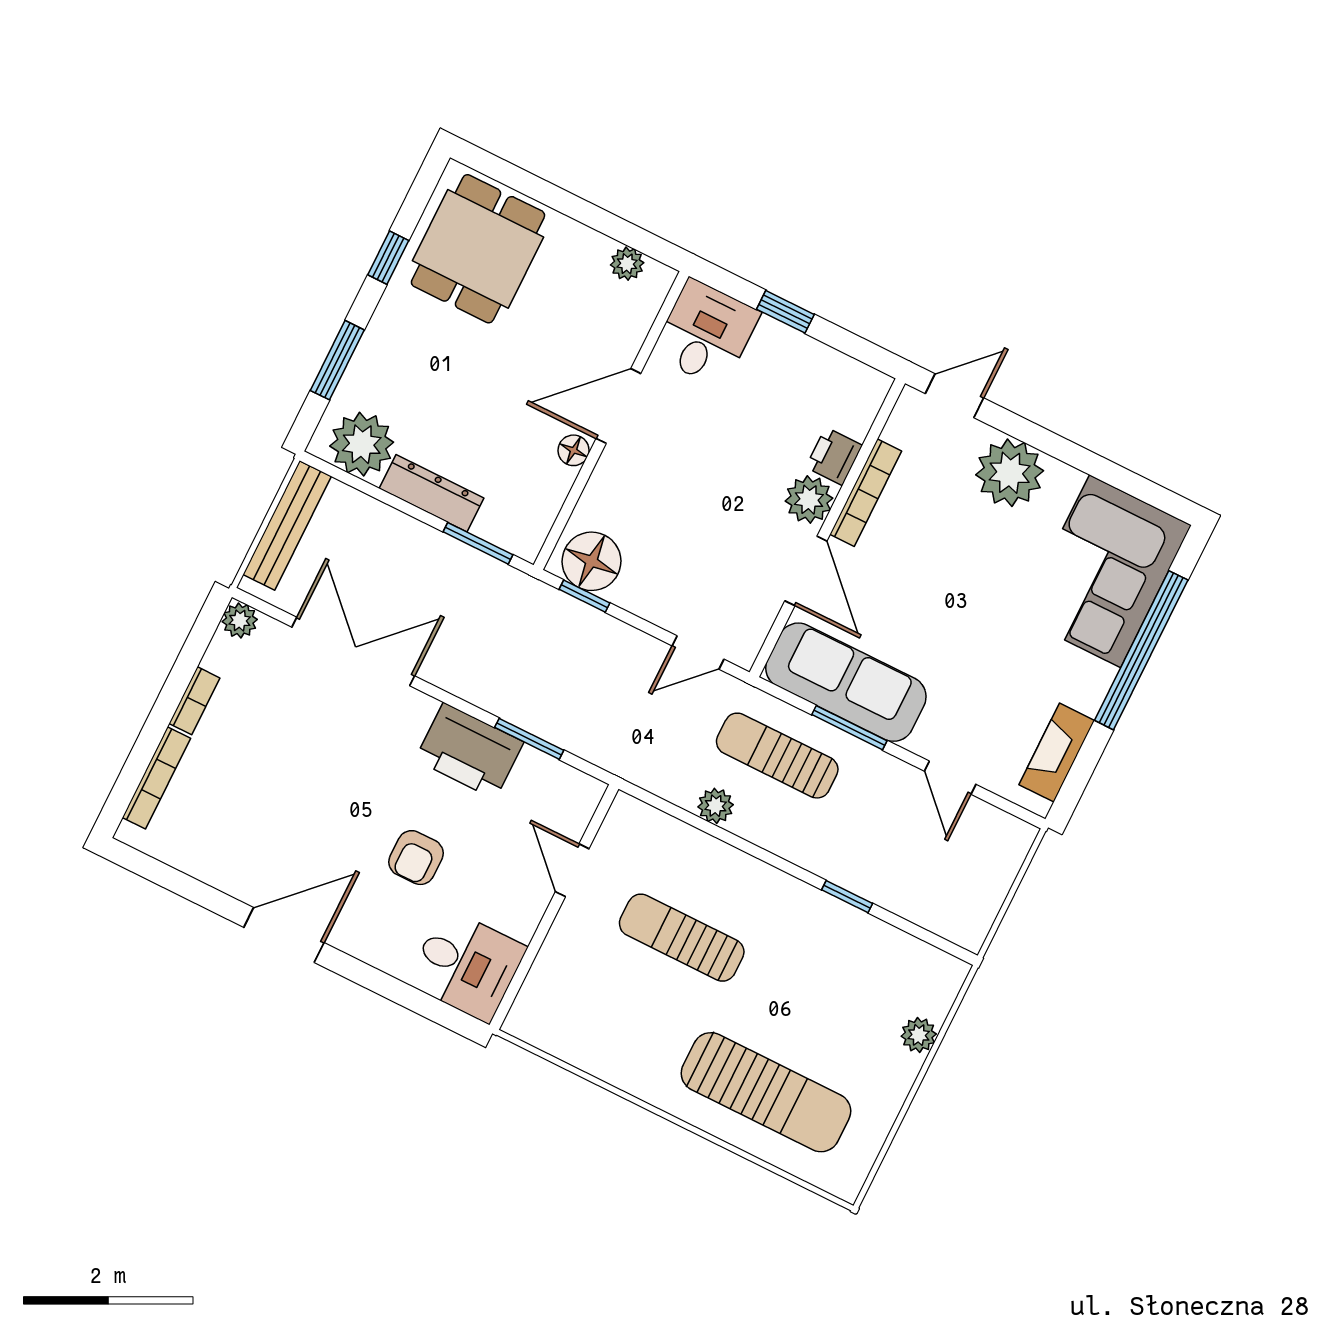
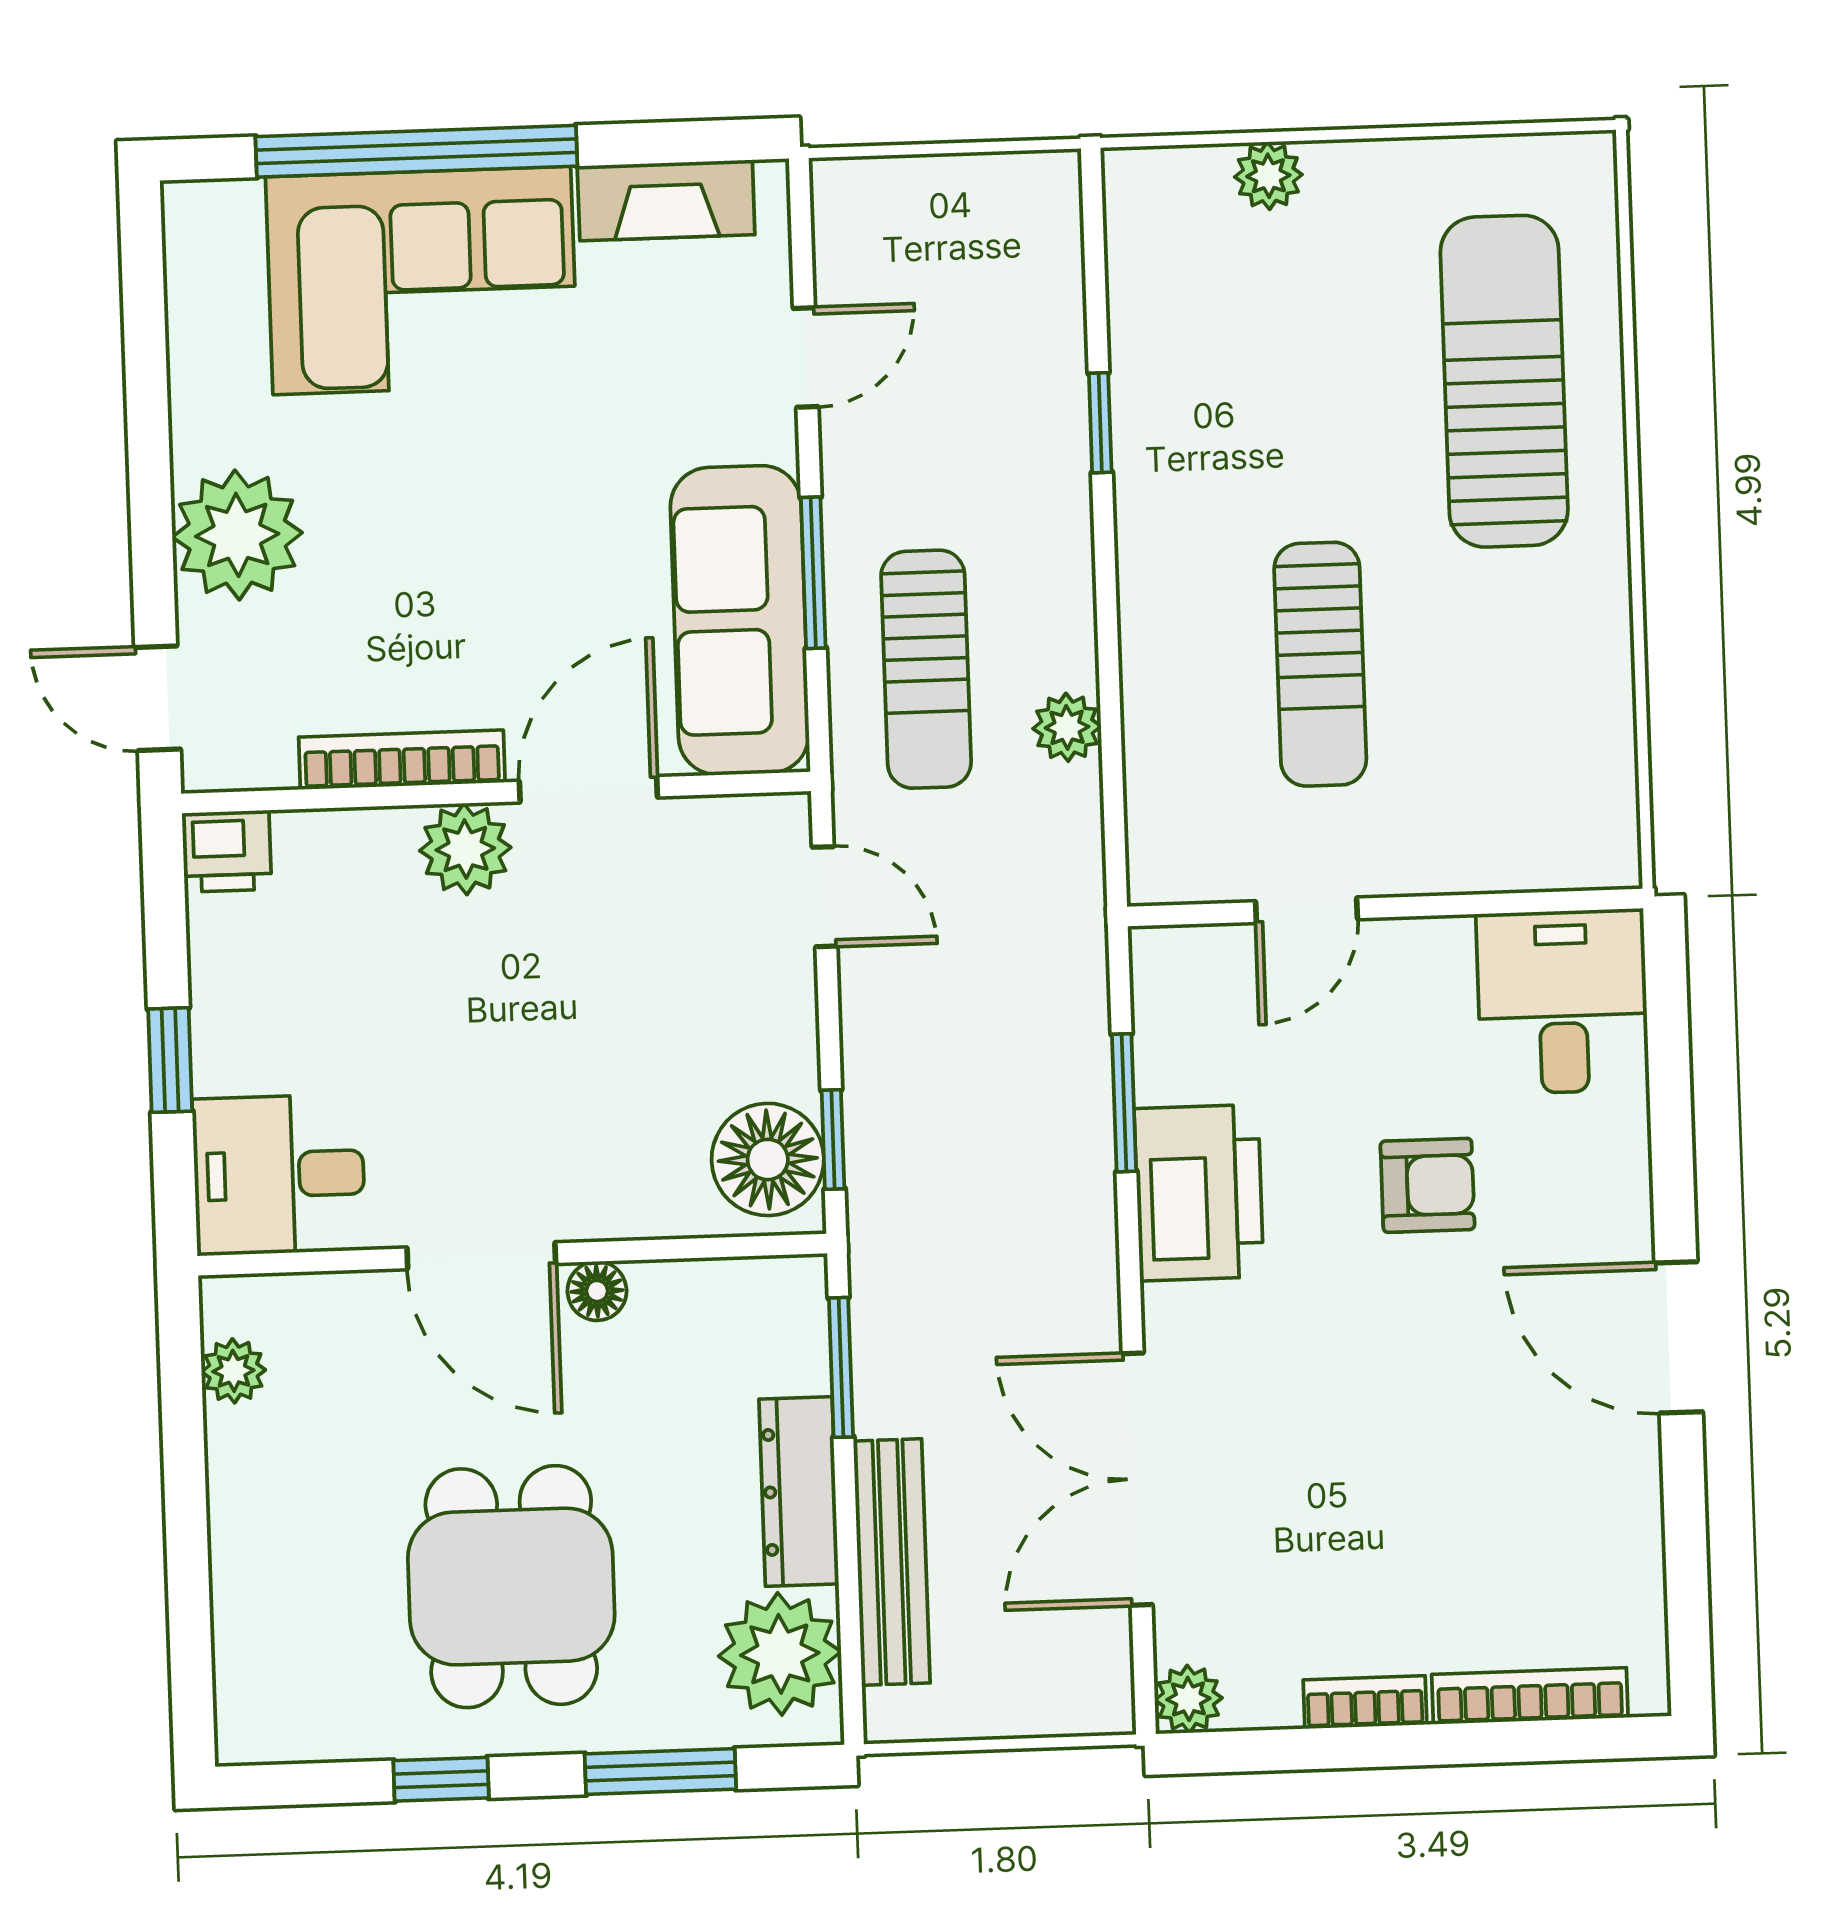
dining table: (478, 249) -> (511, 1587), moved, turned 90
printer: (834, 456) -> (227, 851), moved
bench: (287, 525) -> (892, 1562), moved, turned 90
corner sofa: (1105, 571) -> (422, 281), moved

